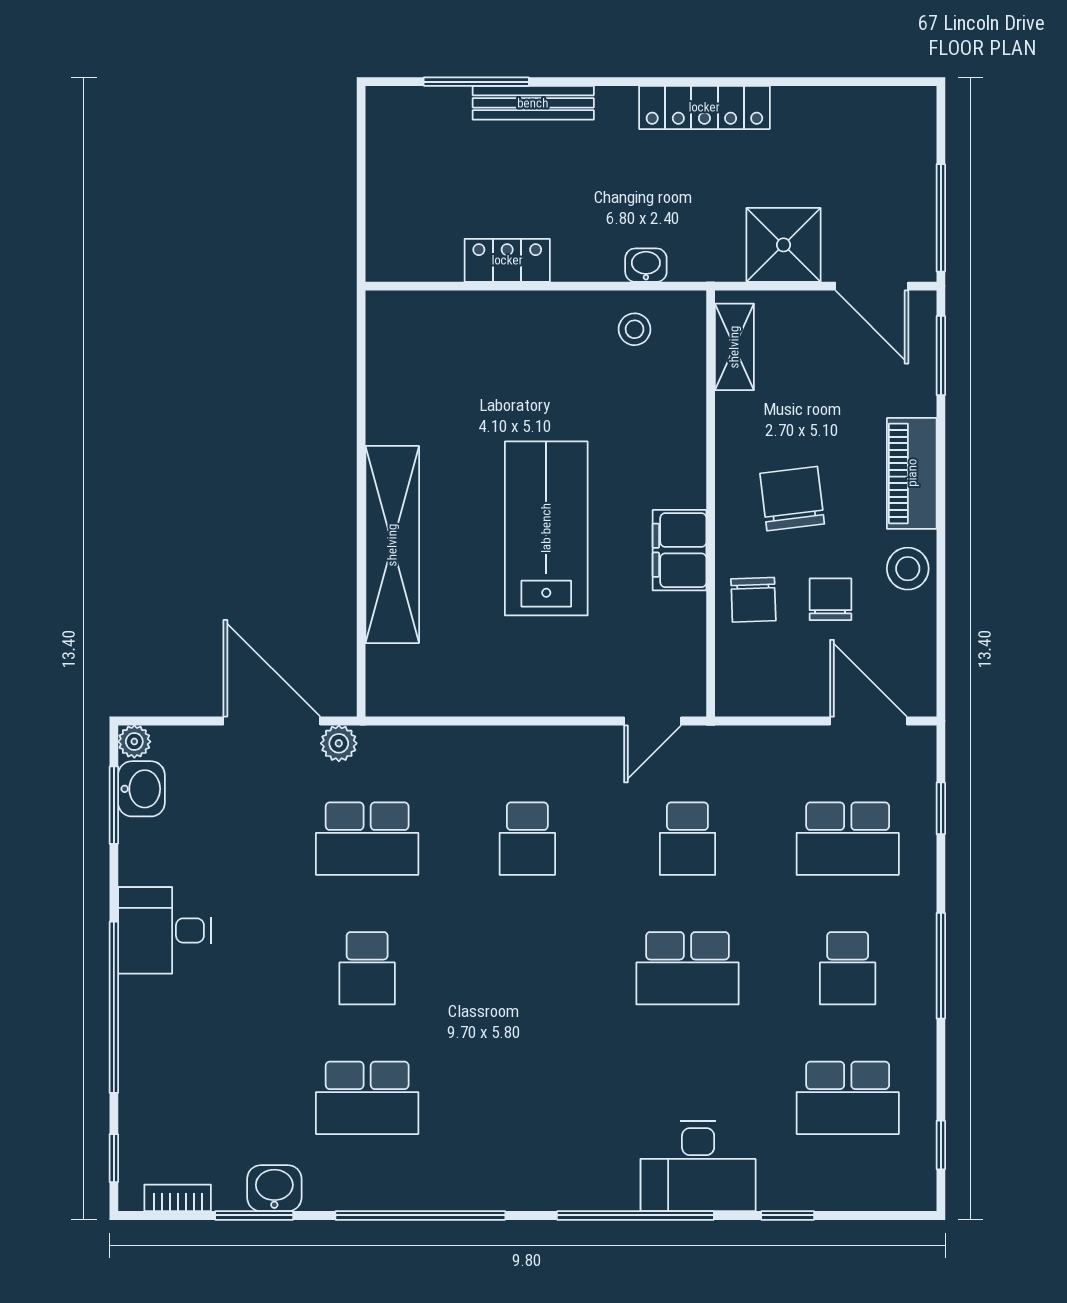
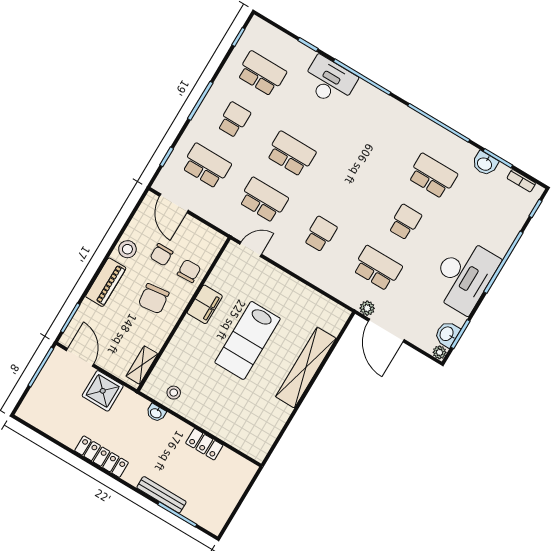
school desk: (687, 839) -> (263, 200), width x1.85
desk: (165, 930) -> (464, 276), width x1.87, depth x1.30

